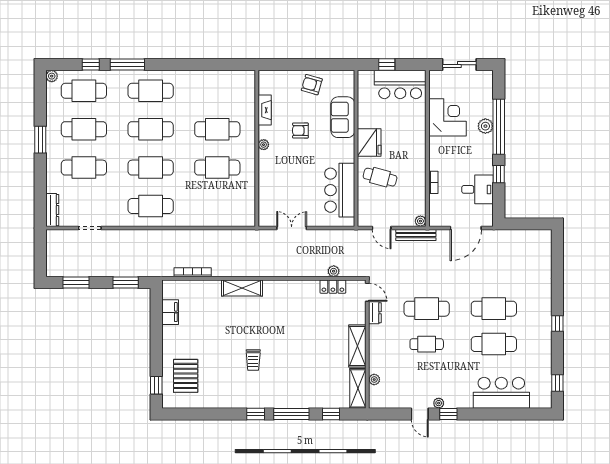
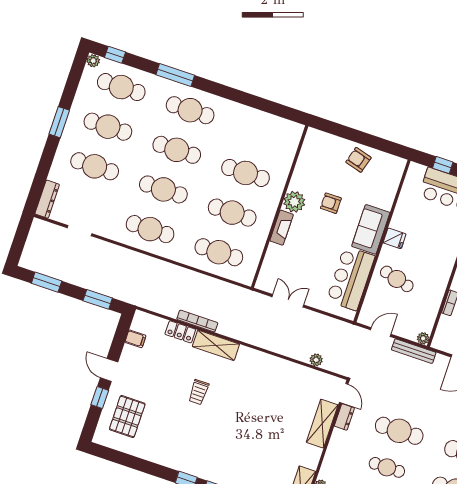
window: (91, 65) -> (115, 55), moved
fireplace: (265, 110) -> (282, 228), moved
sofa: (343, 117) -> (371, 229), moved
fridge: (369, 142) -> (395, 238), width x0.53, depth x0.75
plant: (264, 145) -> (294, 202), width x1.87, depth x1.87
cafe table: (217, 206) -> (219, 252), added
door: (382, 228) -> (381, 332), swing flipped
bookcase: (193, 272) -> (197, 321), moved
locker: (333, 287) -> (180, 332), moved
filing cabinet: (170, 312) -> (135, 339), width x0.50
door: (156, 341) -> (109, 370), added
shelving: (357, 346) -> (322, 424), moved
trolley: (253, 360) -> (199, 392), moved
window: (156, 385) -> (100, 397), moved

